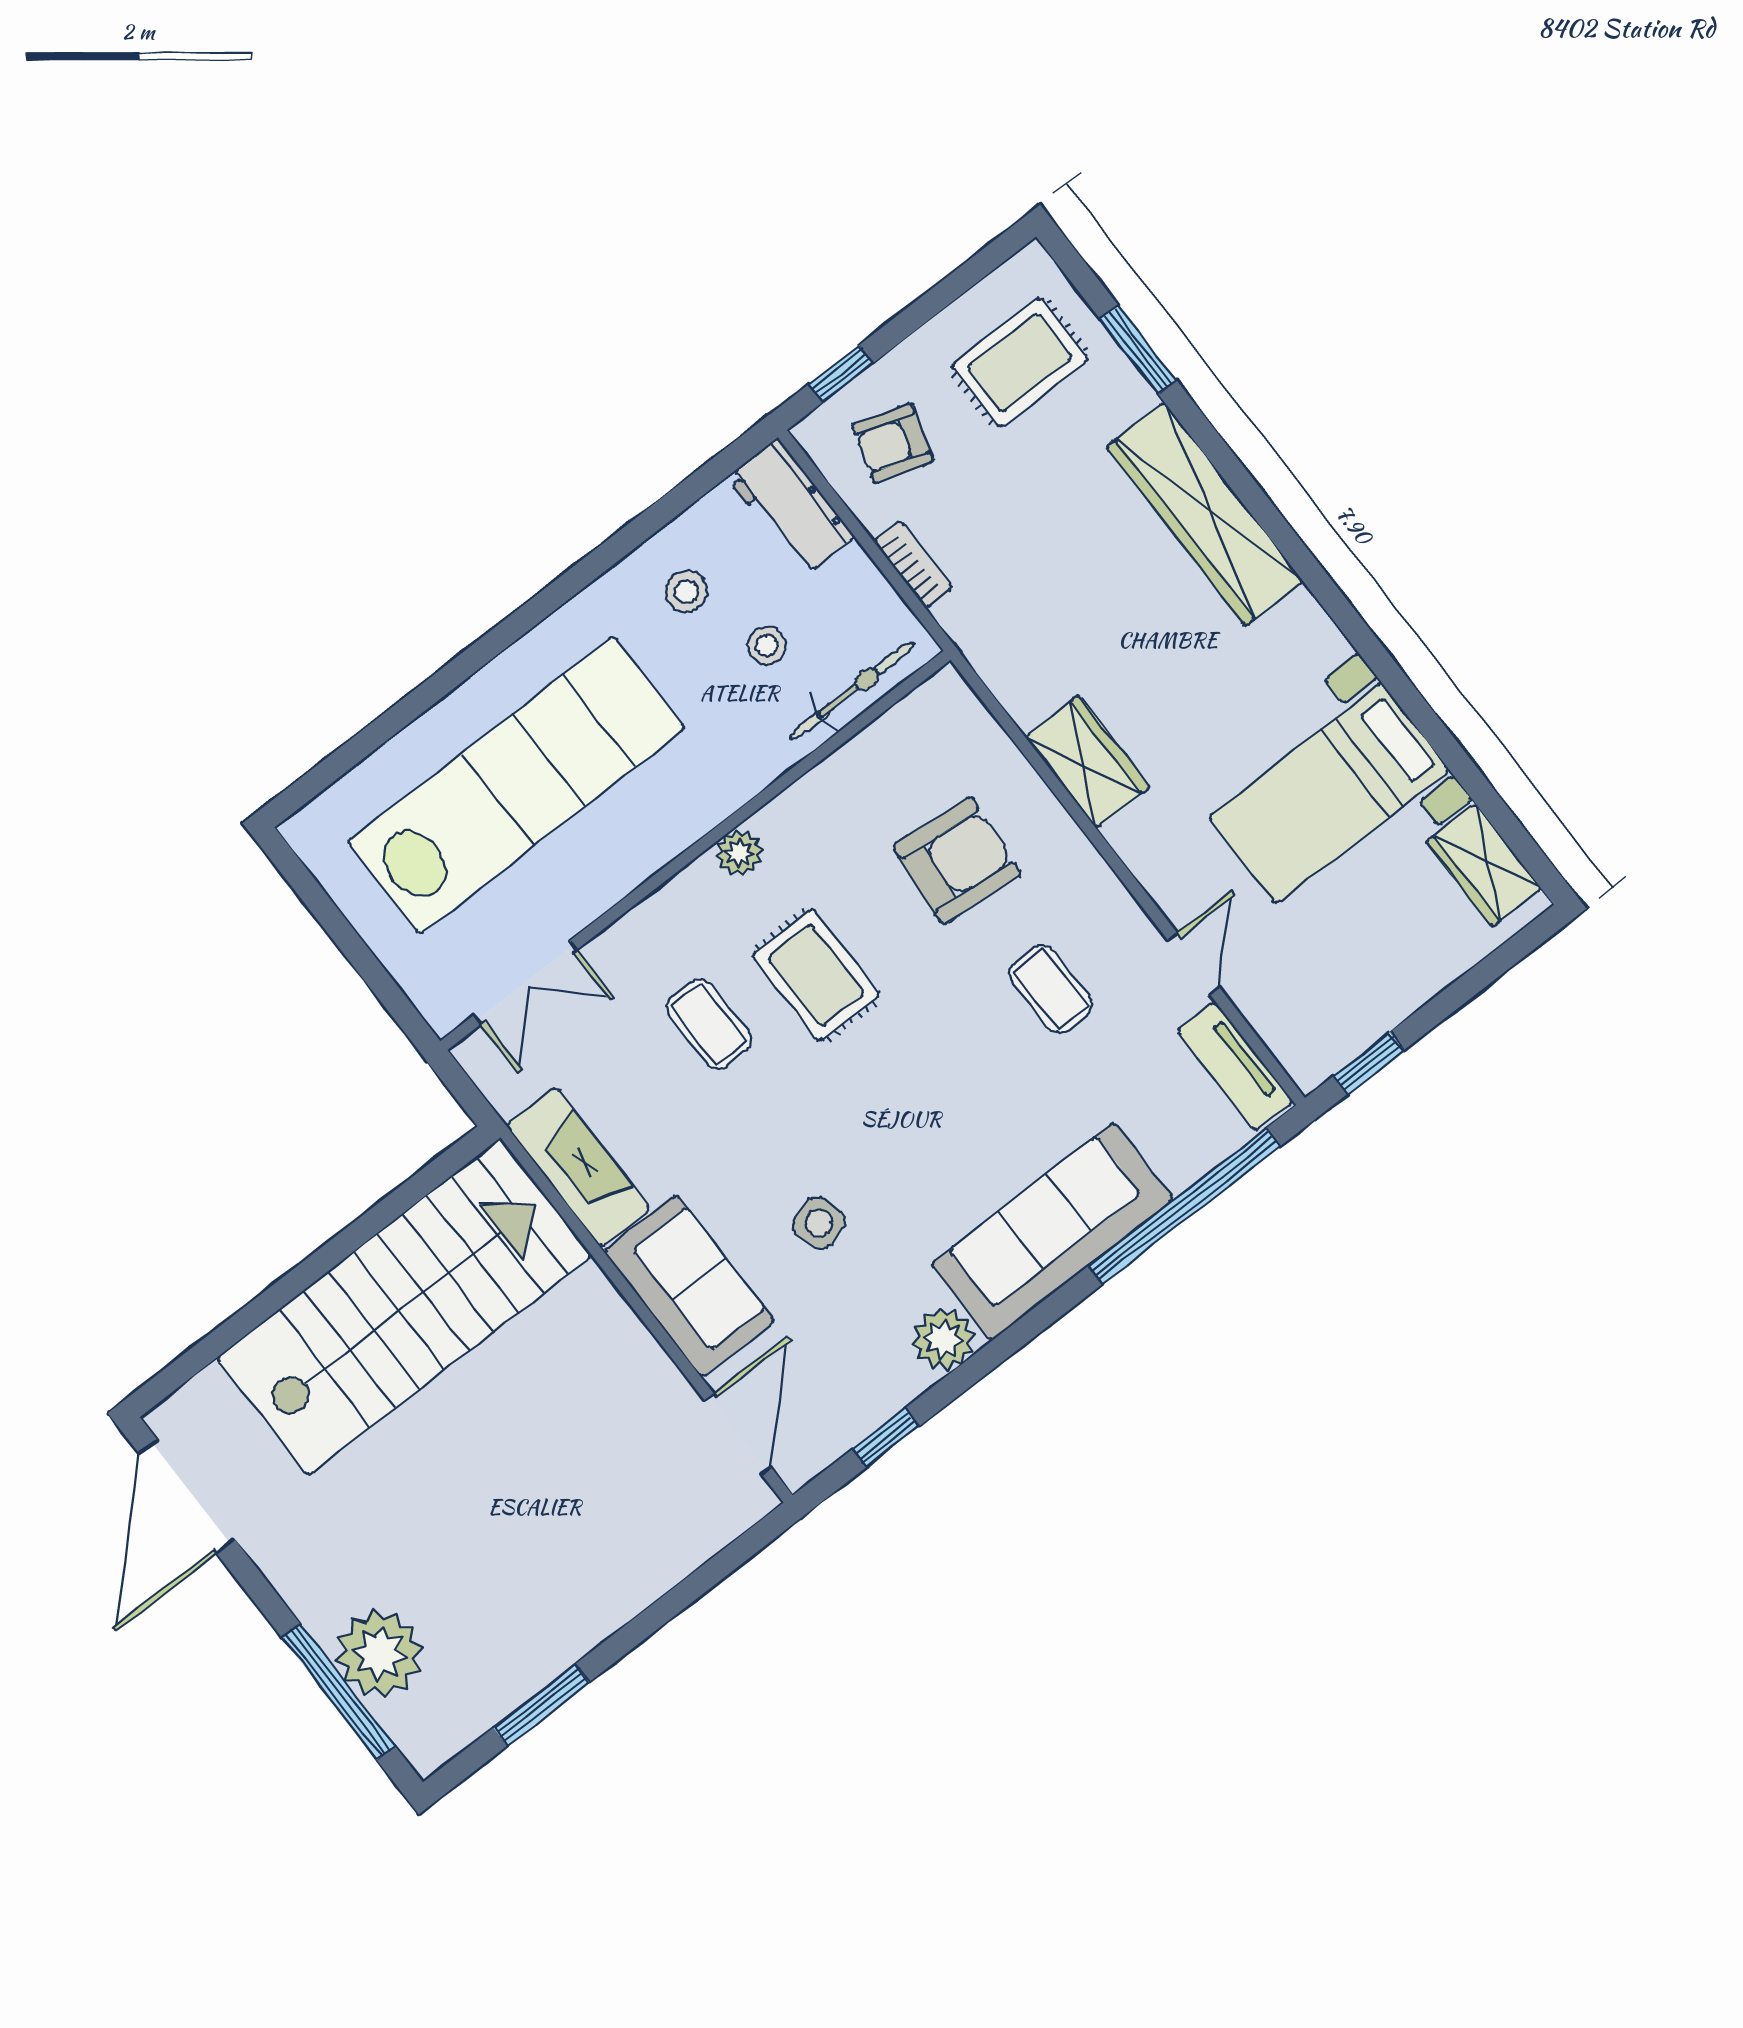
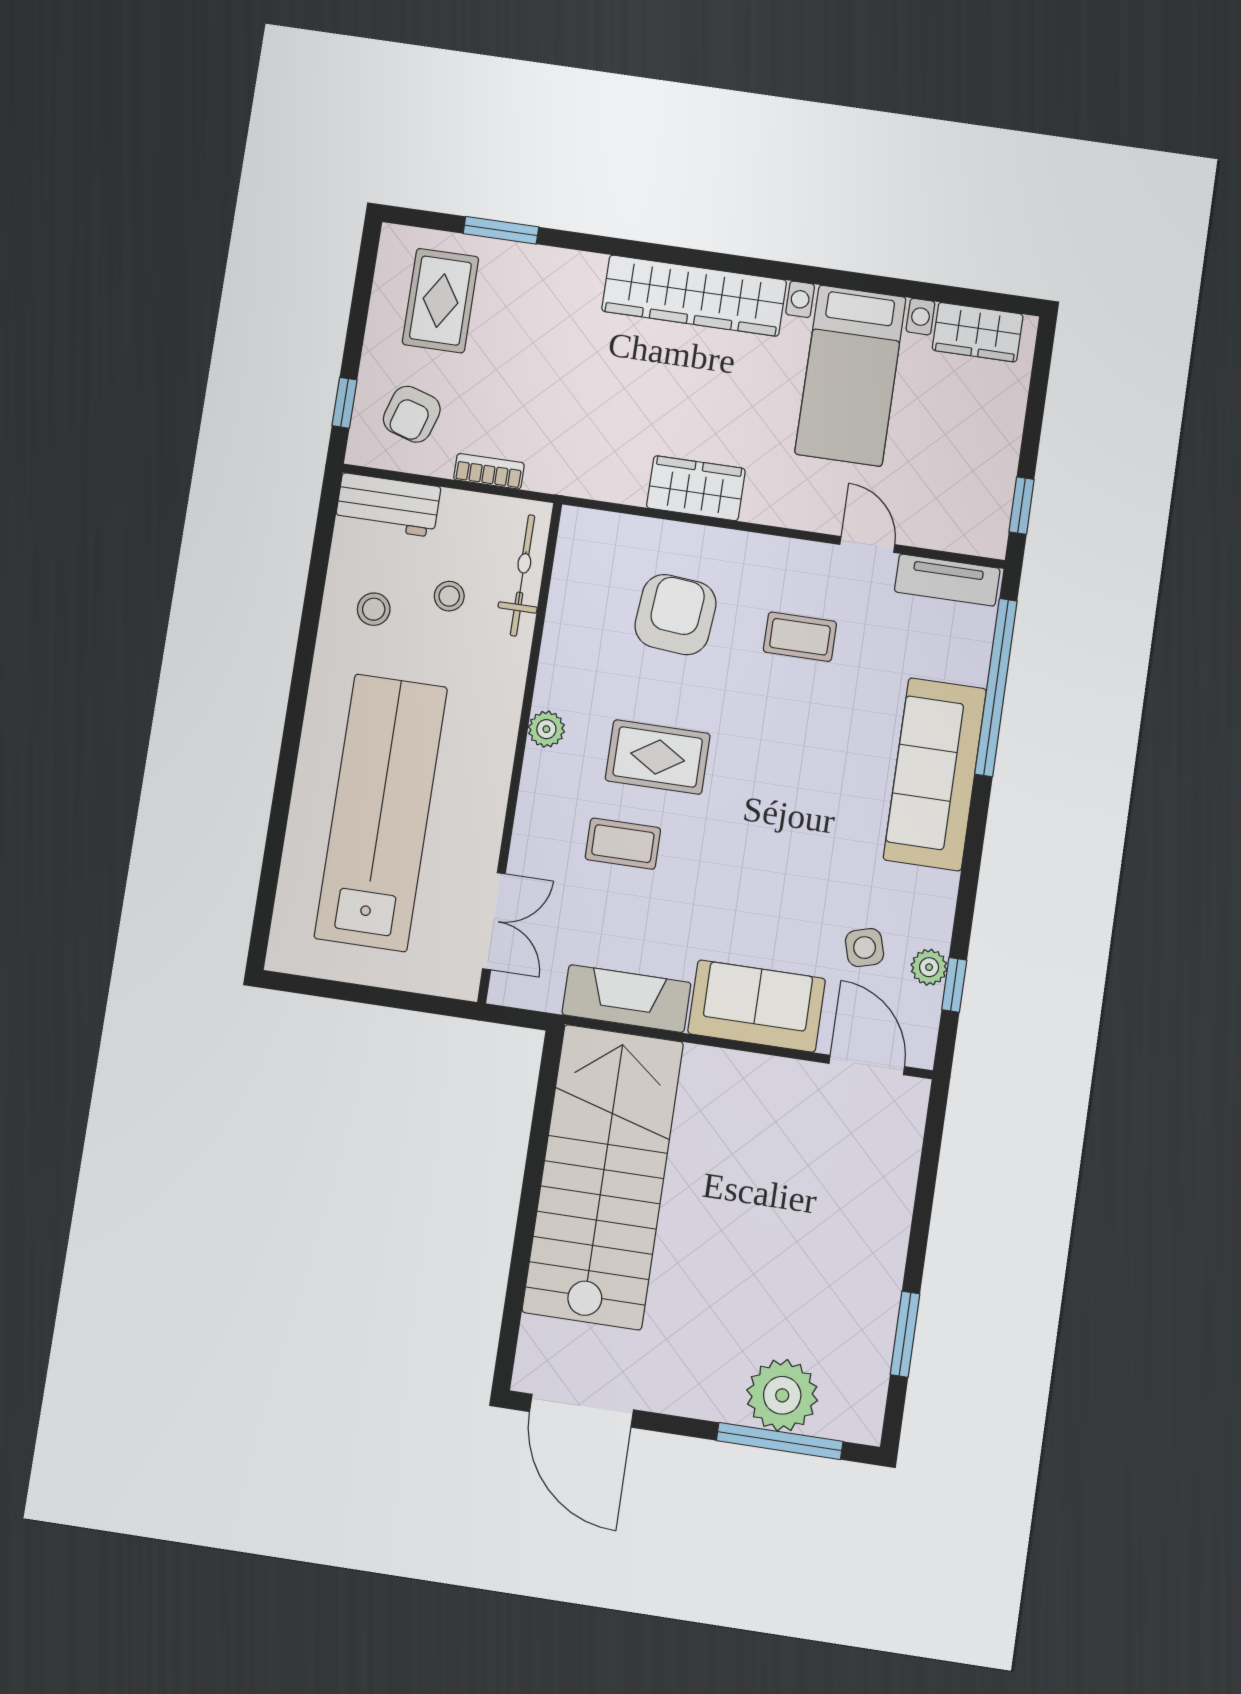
wardrobe: (1205, 514) -> (694, 296), moved
side table: (819, 1223) -> (865, 948), moved
plant: (943, 1339) -> (929, 967), moved, width x0.73, depth x0.73

